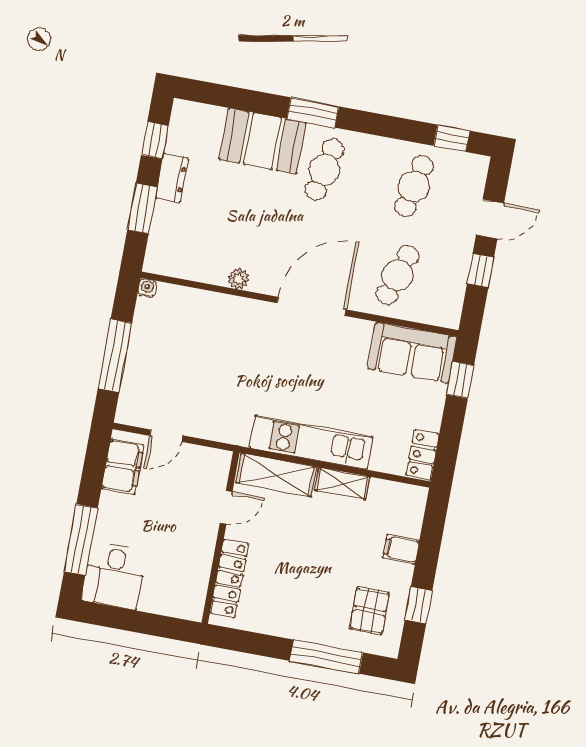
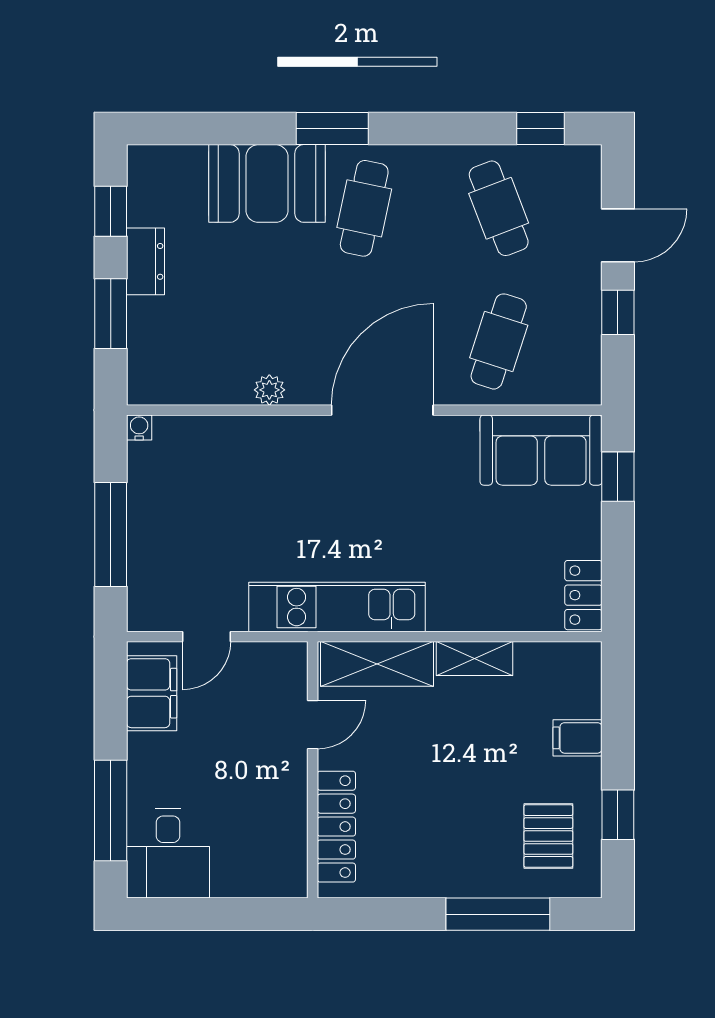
cafe table: (414, 186) -> (499, 208), turned -33
kitchen unit: (311, 442) -> (337, 607), moved

